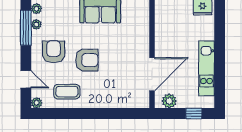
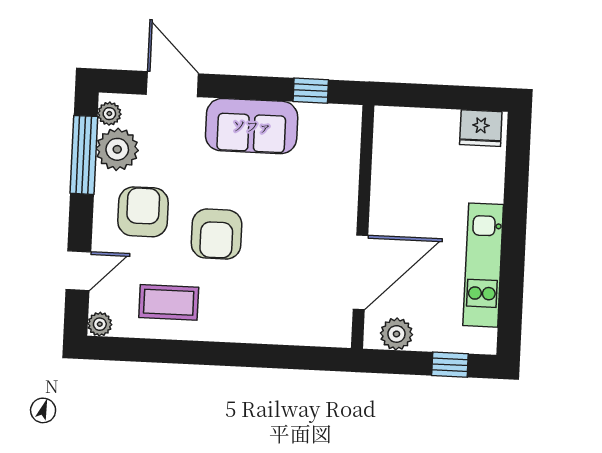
plant: (36, 24) -> (117, 149), width x1.88, depth x1.88
armchair: (87, 60) -> (217, 234), turned 90
door: (26, 79) -> (78, 271), hinge flipped

